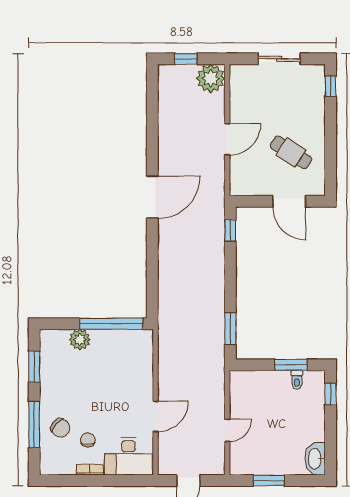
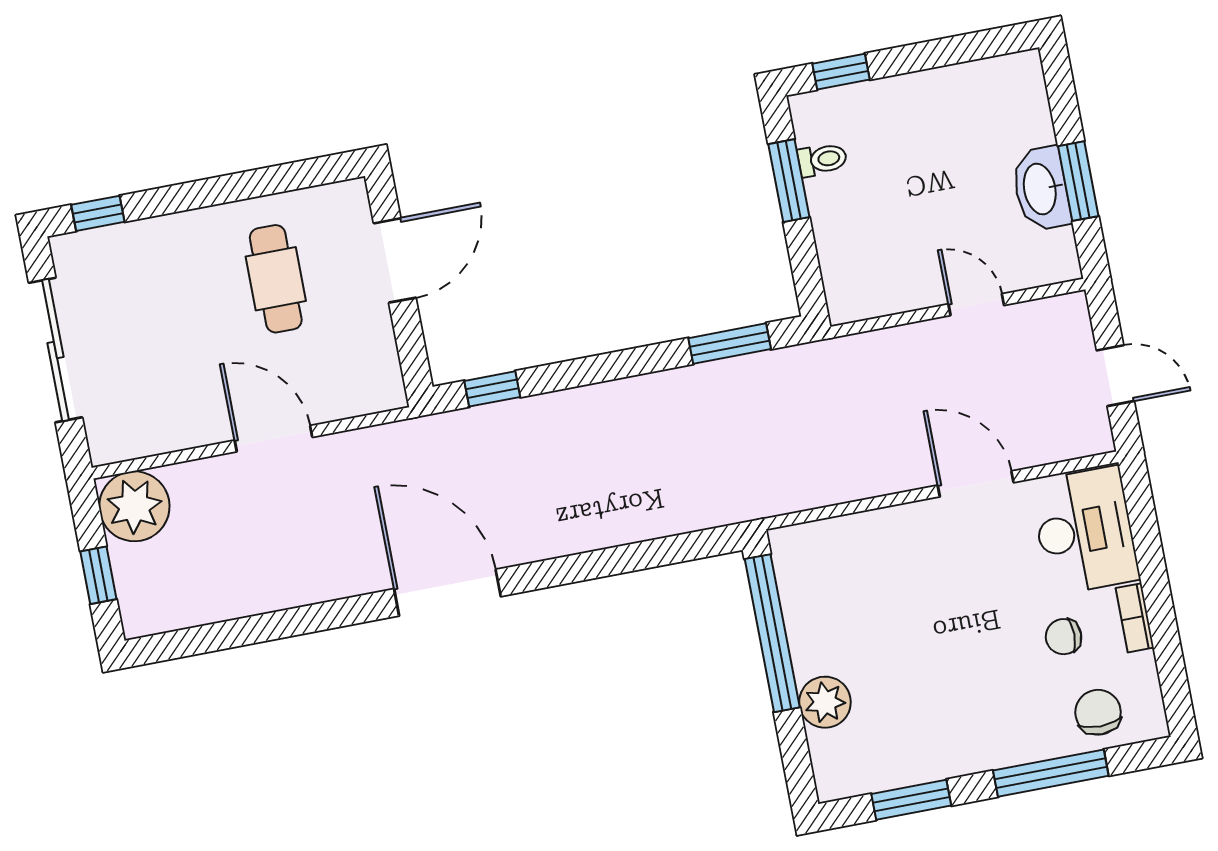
sliding door: (279, 59) -> (55, 350), width x1.37
cafe table: (291, 152) -> (276, 279), turned -33
chair: (60, 428) -> (1098, 712), moved, turned -41
washbasin: (315, 459) -> (1041, 189), moved, turned 90

